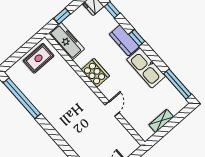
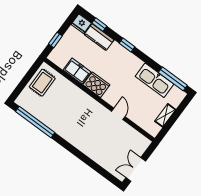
kitchen counter: (124, 40) -> (99, 37), moved
freezer: (67, 41) -> (77, 71), moved, width x0.71
kitchen sink: (146, 68) -> (155, 80), moved

